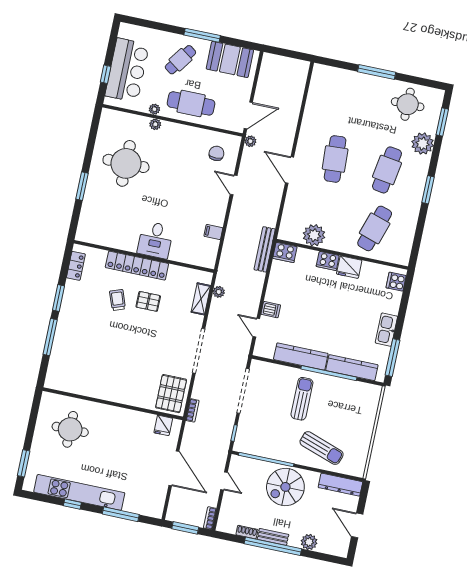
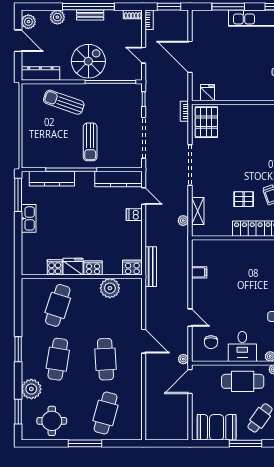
cafe table: (347, 100) -> (106, 413), added
desk: (155, 240) -> (242, 346), moved, turned 180
cooker: (396, 282) -> (55, 267), moved, turned -90
kitchen counter: (301, 356) -> (118, 179), moved
shoe rack: (247, 532) -> (133, 14), moved
plant: (342, 544) -> (28, 22), added

